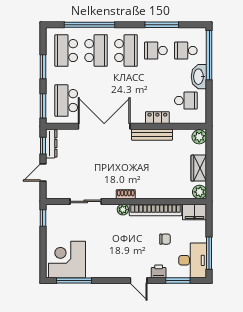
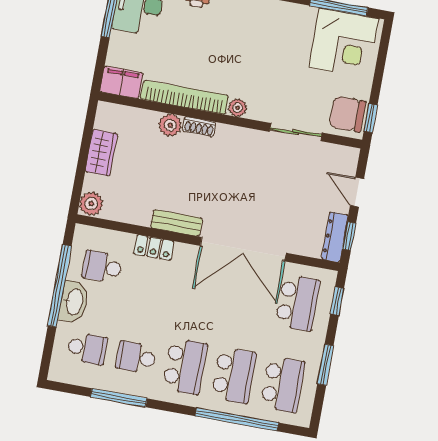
school desk: (96, 51) -> (234, 375), turned 180
school desk: (126, 51) -> (185, 366), turned 180
school desk: (156, 51) -> (136, 357), turned 180
window: (209, 55) -> (60, 286), moved
window: (43, 106) -> (337, 301), width x0.67
bench: (152, 135) -> (176, 223), width x0.73
door: (43, 173) -> (357, 192), swing flipped
plant: (199, 192) -> (170, 125), moved
shoe rack: (126, 194) -> (199, 127), moved
chair: (165, 239) -> (347, 114), moved, width x1.87, depth x1.87

